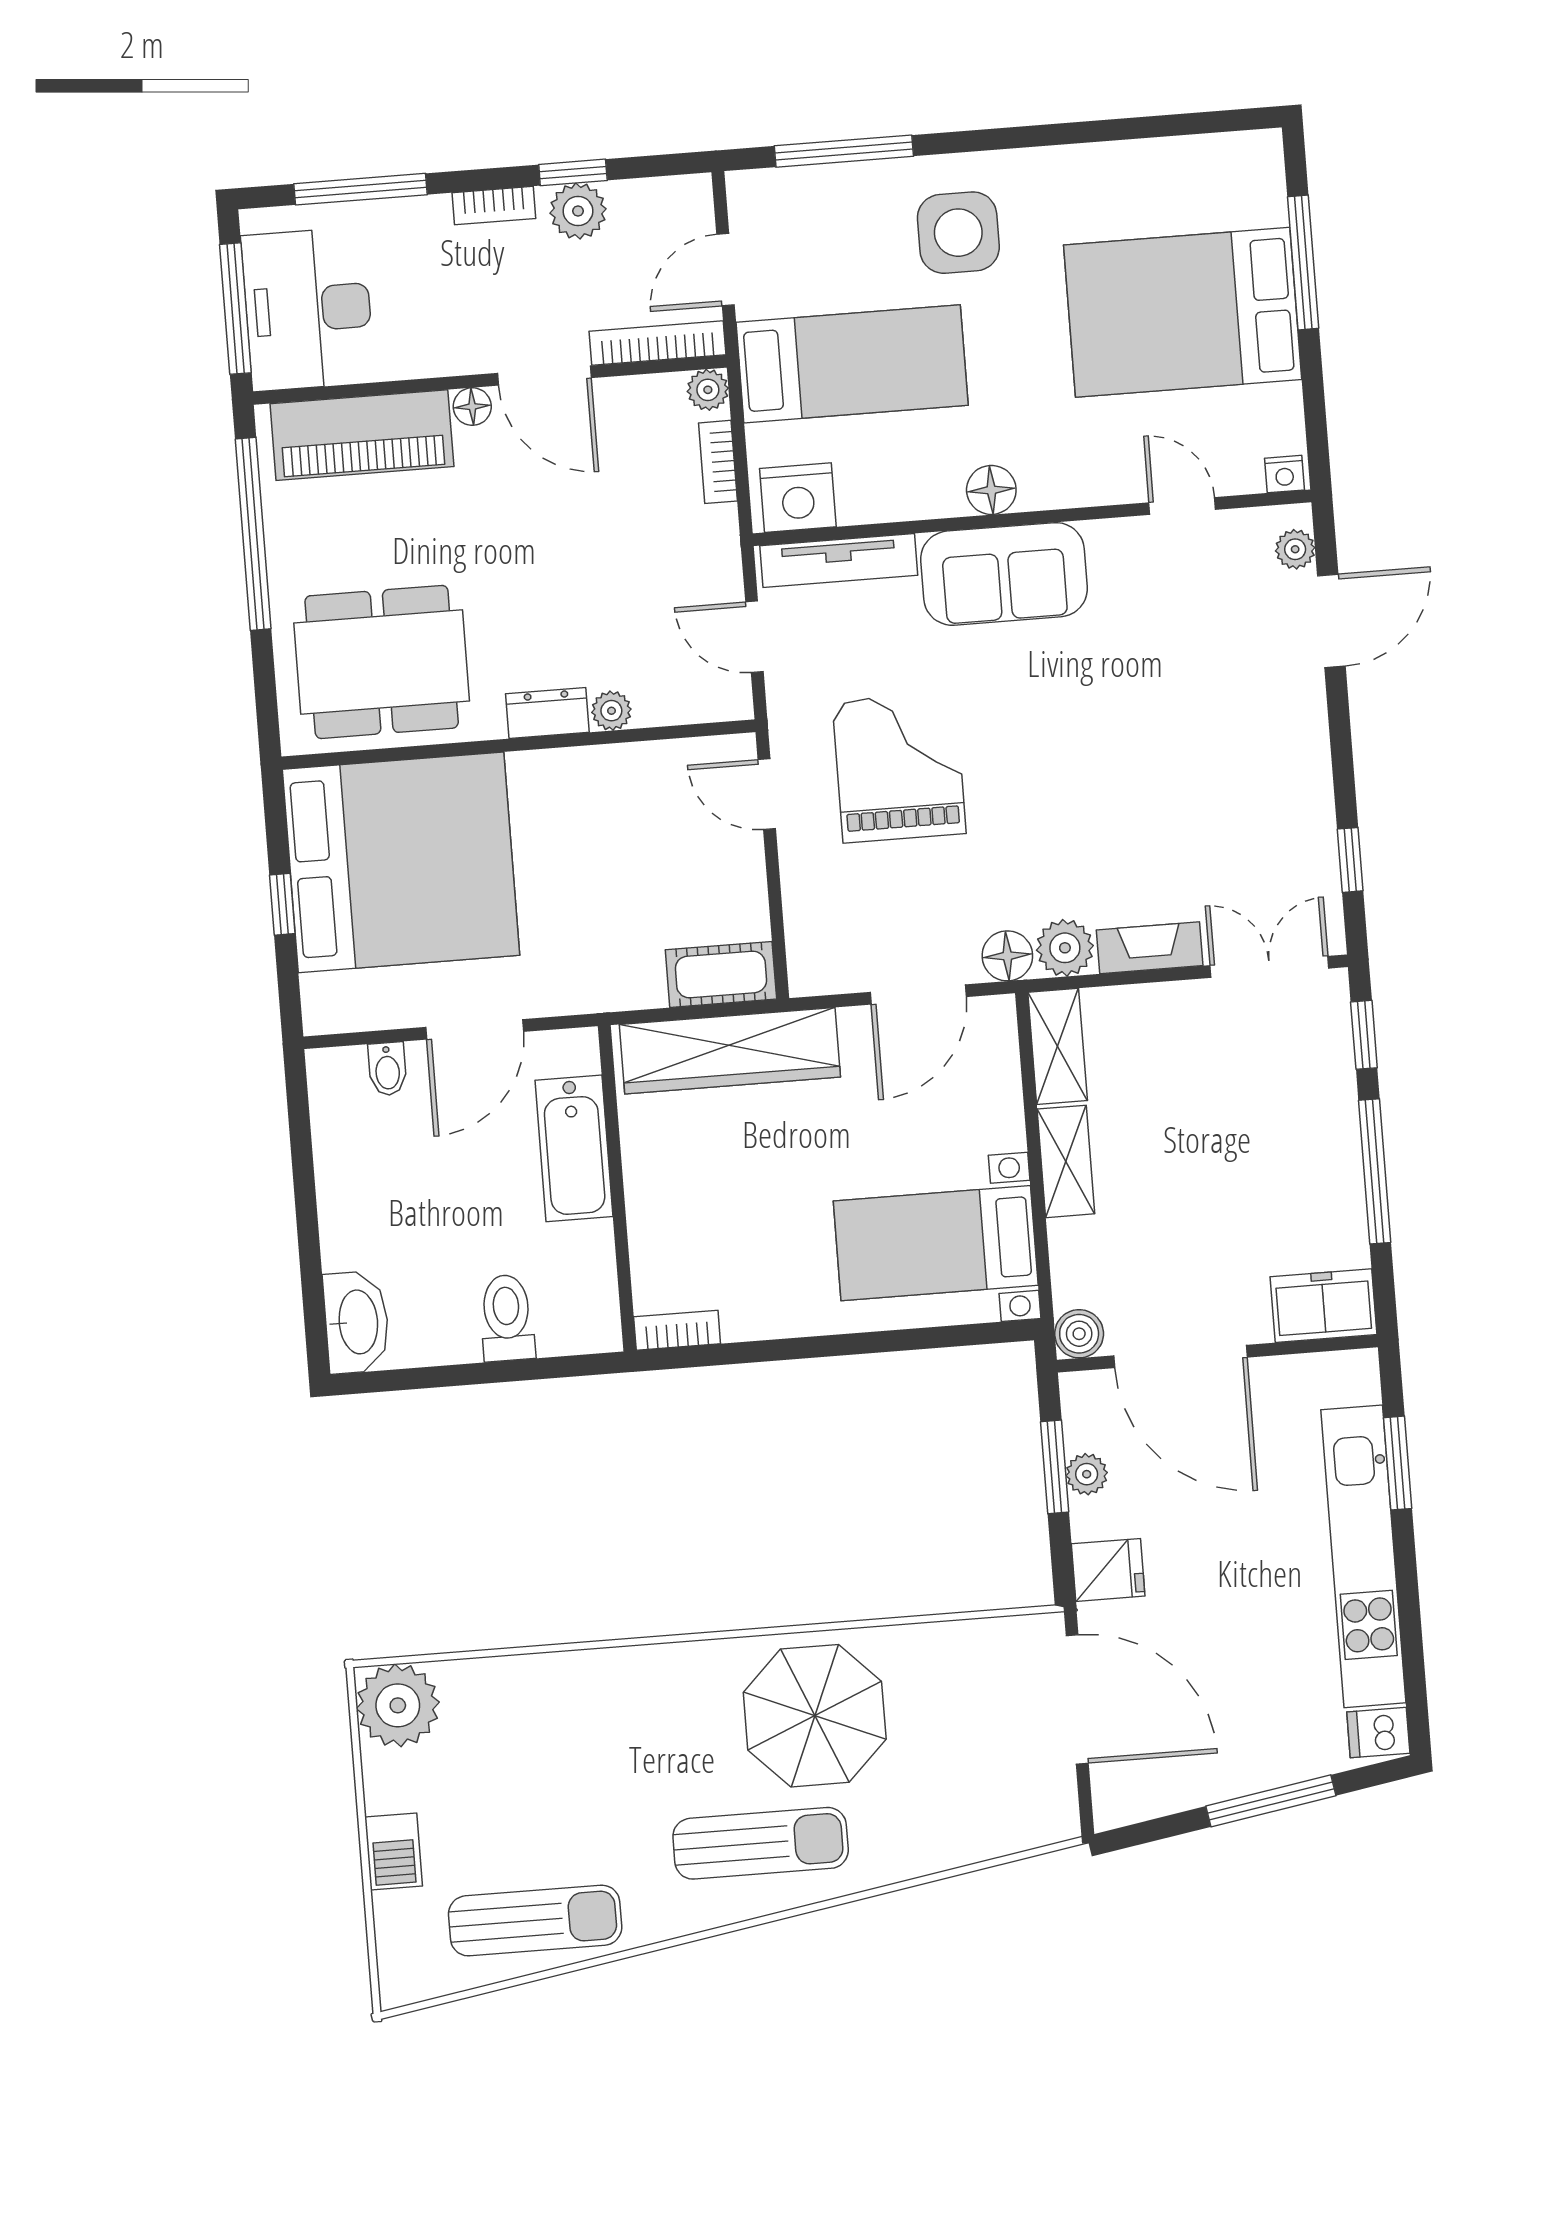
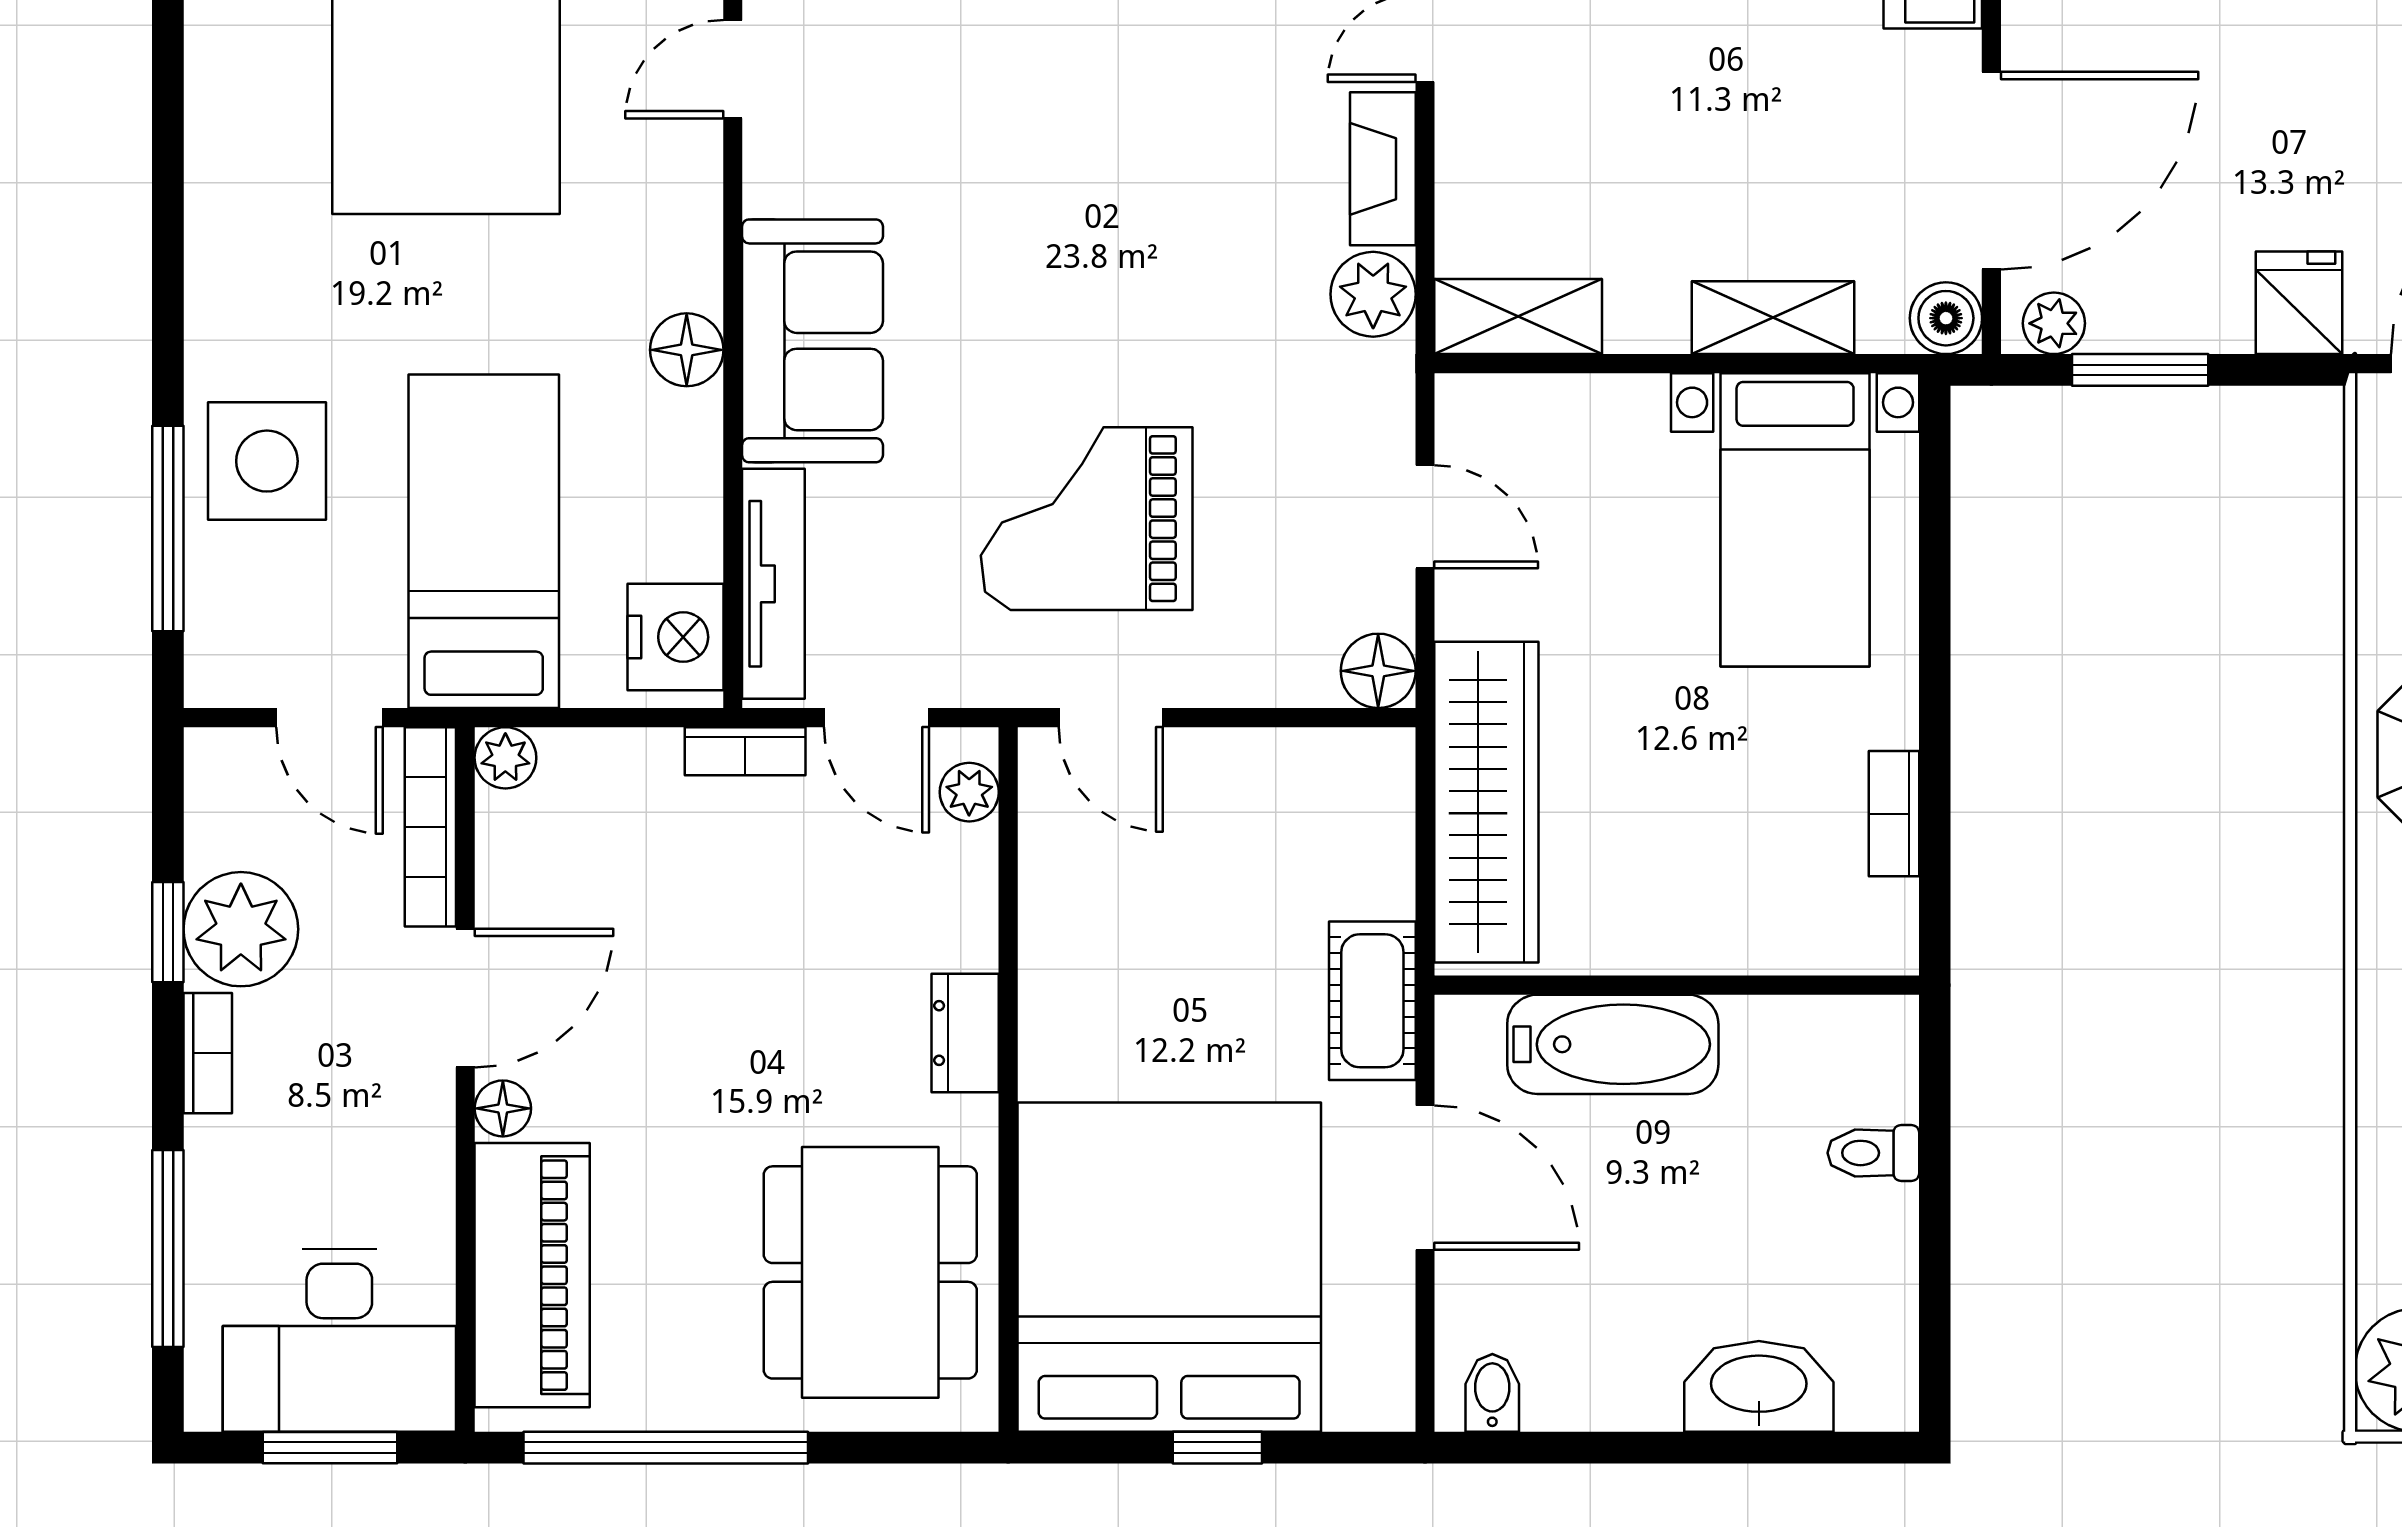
plant: (578, 211) -> (241, 929), width x1.36, depth x1.36
side table: (958, 233) -> (267, 461), moved
window: (235, 309) -> (330, 1448), width x0.69
bookcase: (718, 462) -> (745, 751), moved
door: (754, 637) -> (876, 718), hinge flipped
plant: (611, 711) -> (969, 792), moved
door: (767, 794) -> (1111, 718), hinge flipped
floor lamp: (1007, 956) -> (1378, 671), moved
cot: (721, 974) -> (1372, 1001), moved
door: (918, 994) -> (1425, 517), width x0.73
bidet: (387, 1069) -> (1492, 1393), moved, turned -90
shelving: (1066, 1161) -> (1773, 318), moved
toilet: (507, 1318) -> (1873, 1153), width x0.73, depth x0.72
washbasin: (357, 1322) -> (1759, 1386), moved
bookcase: (677, 1330) -> (1894, 814), moved
plant: (1087, 1474) -> (2054, 323), moved

